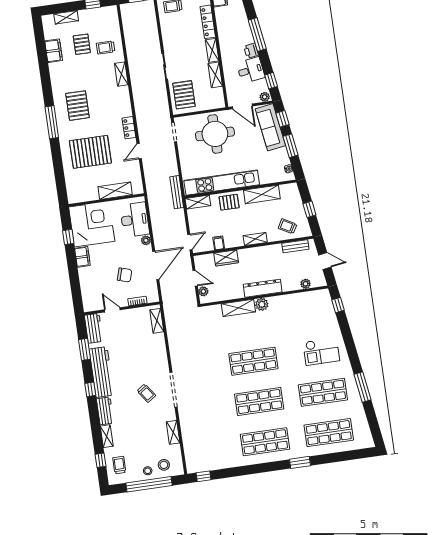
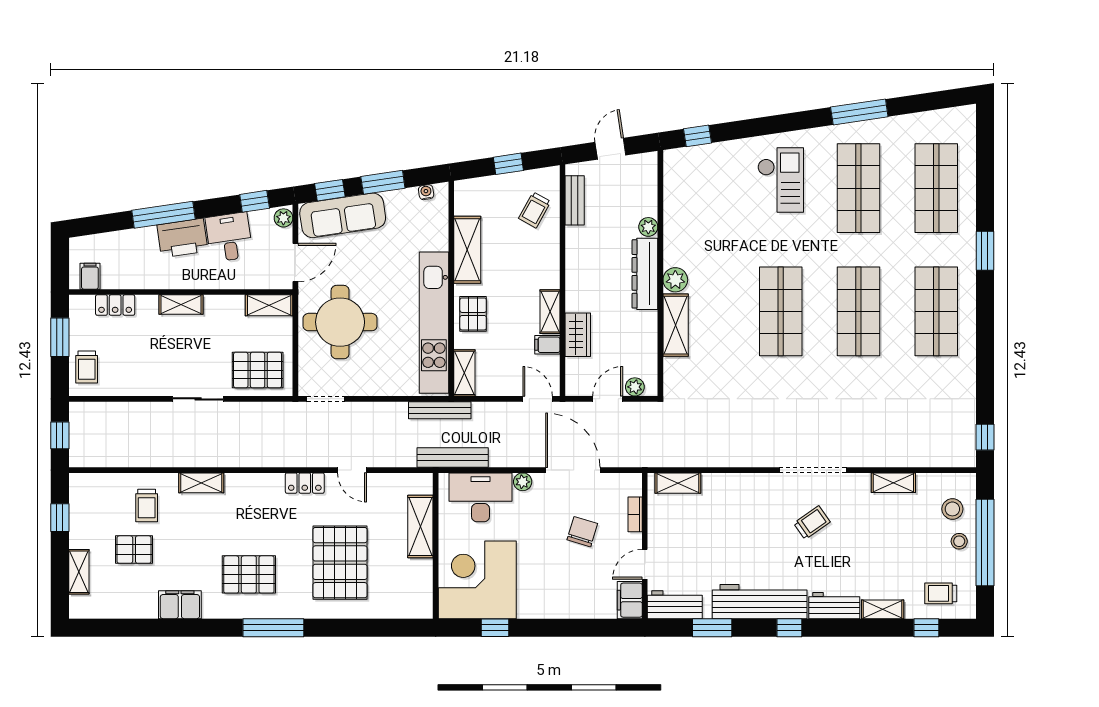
locker: (208, 22) -> (115, 305), width x0.66
filing cabinet: (54, 51) -> (180, 605), moved
printer: (251, 51) -> (182, 238), width x1.87, depth x1.48
shelving: (215, 75) -> (269, 305), moved
bench: (153, 202) -> (453, 457), added
shelving: (255, 239) -> (550, 312), moved
filing cabinet: (82, 257) -> (630, 600), moved, turned -90
plant: (306, 284) -> (648, 227), moved

